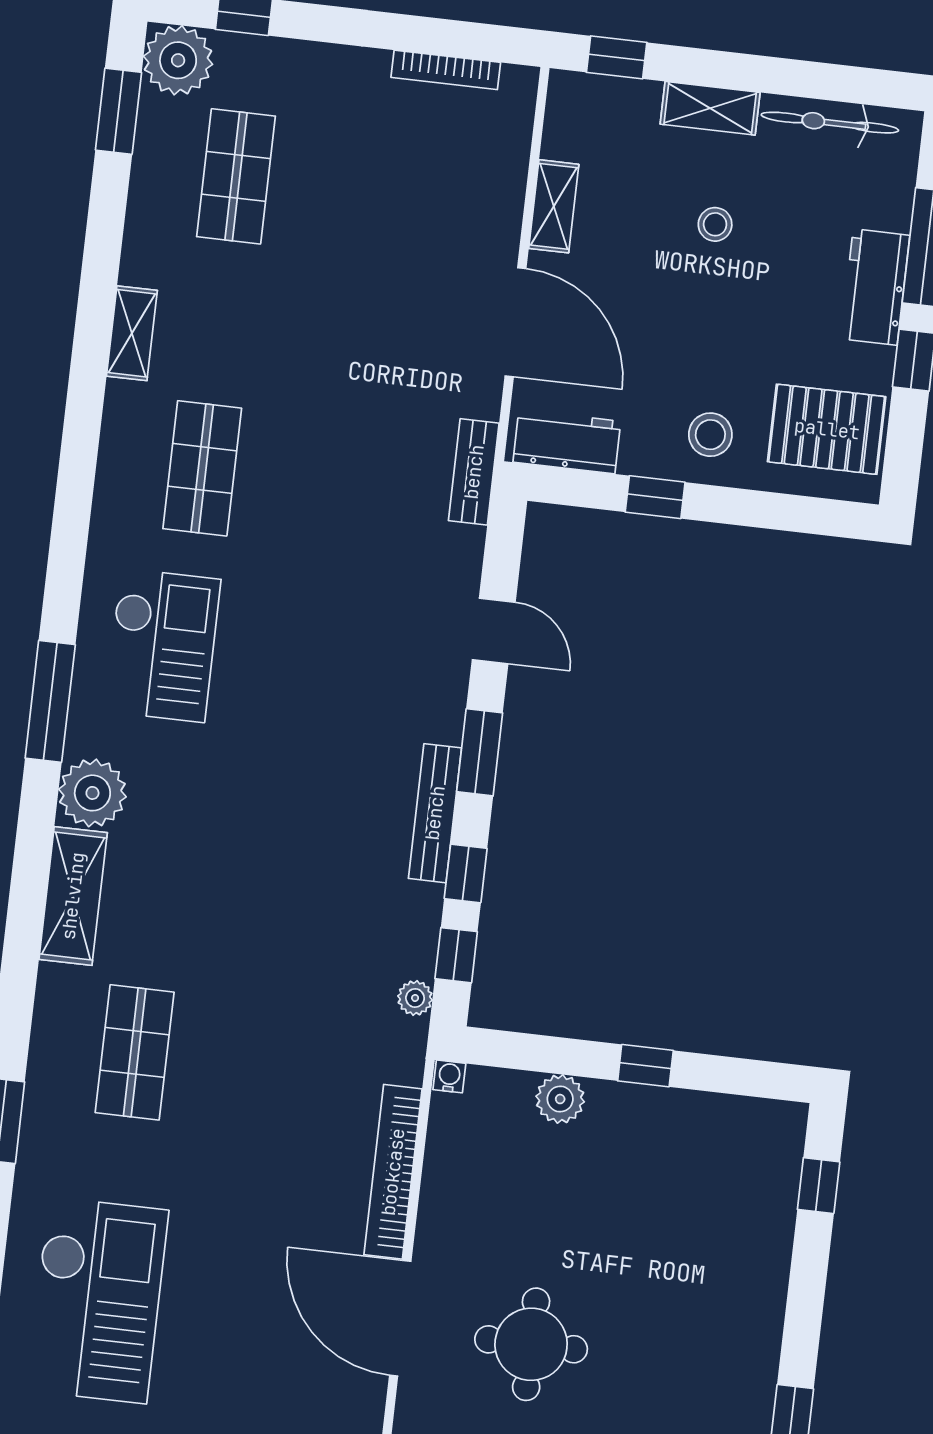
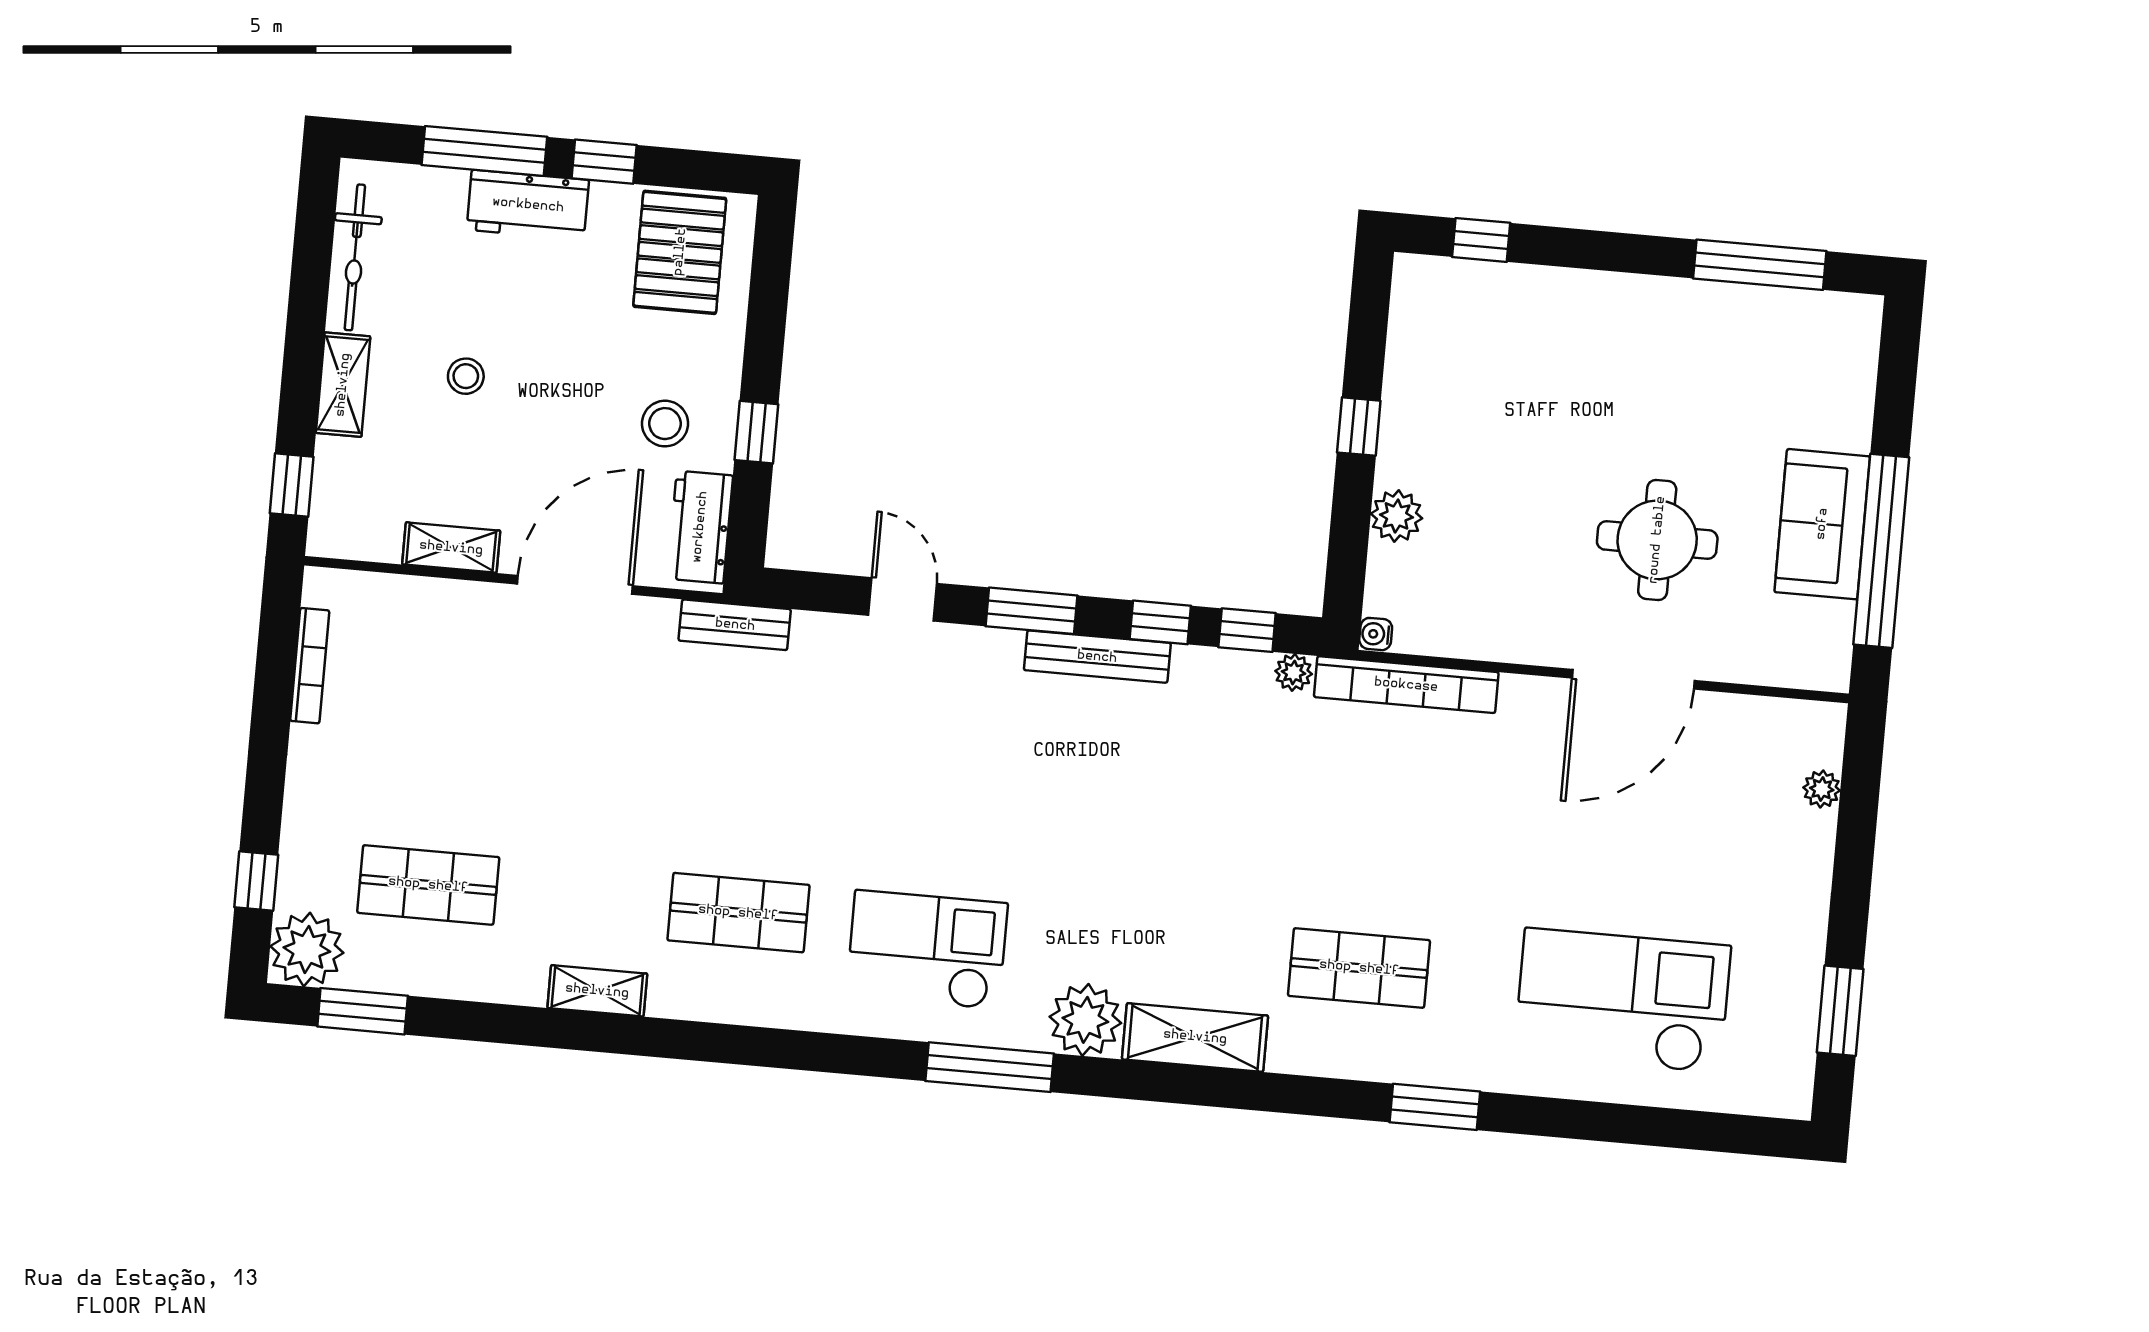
stool: (710, 435) -> (665, 424), moved
door: (494, 631) -> (903, 599), hinge flipped
bookcase: (393, 1172) -> (1406, 685), moved

